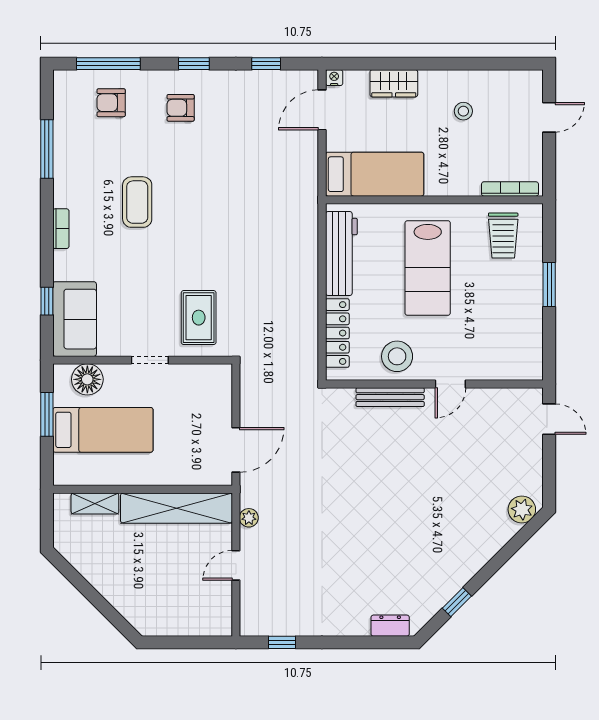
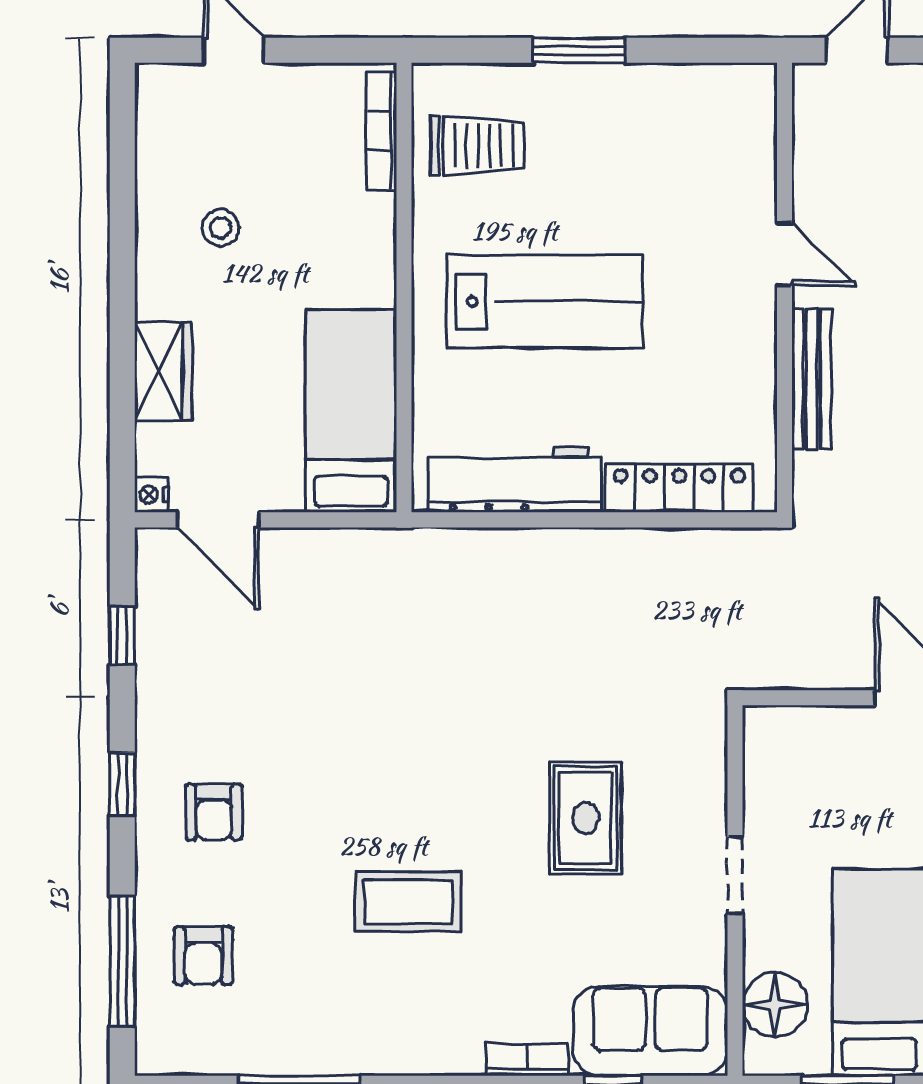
bookcase: (61, 229) -> (527, 1059), moved
rug: (199, 318) -> (586, 818), moved, turned 90
stool: (397, 356) -> (727, 365), removed

